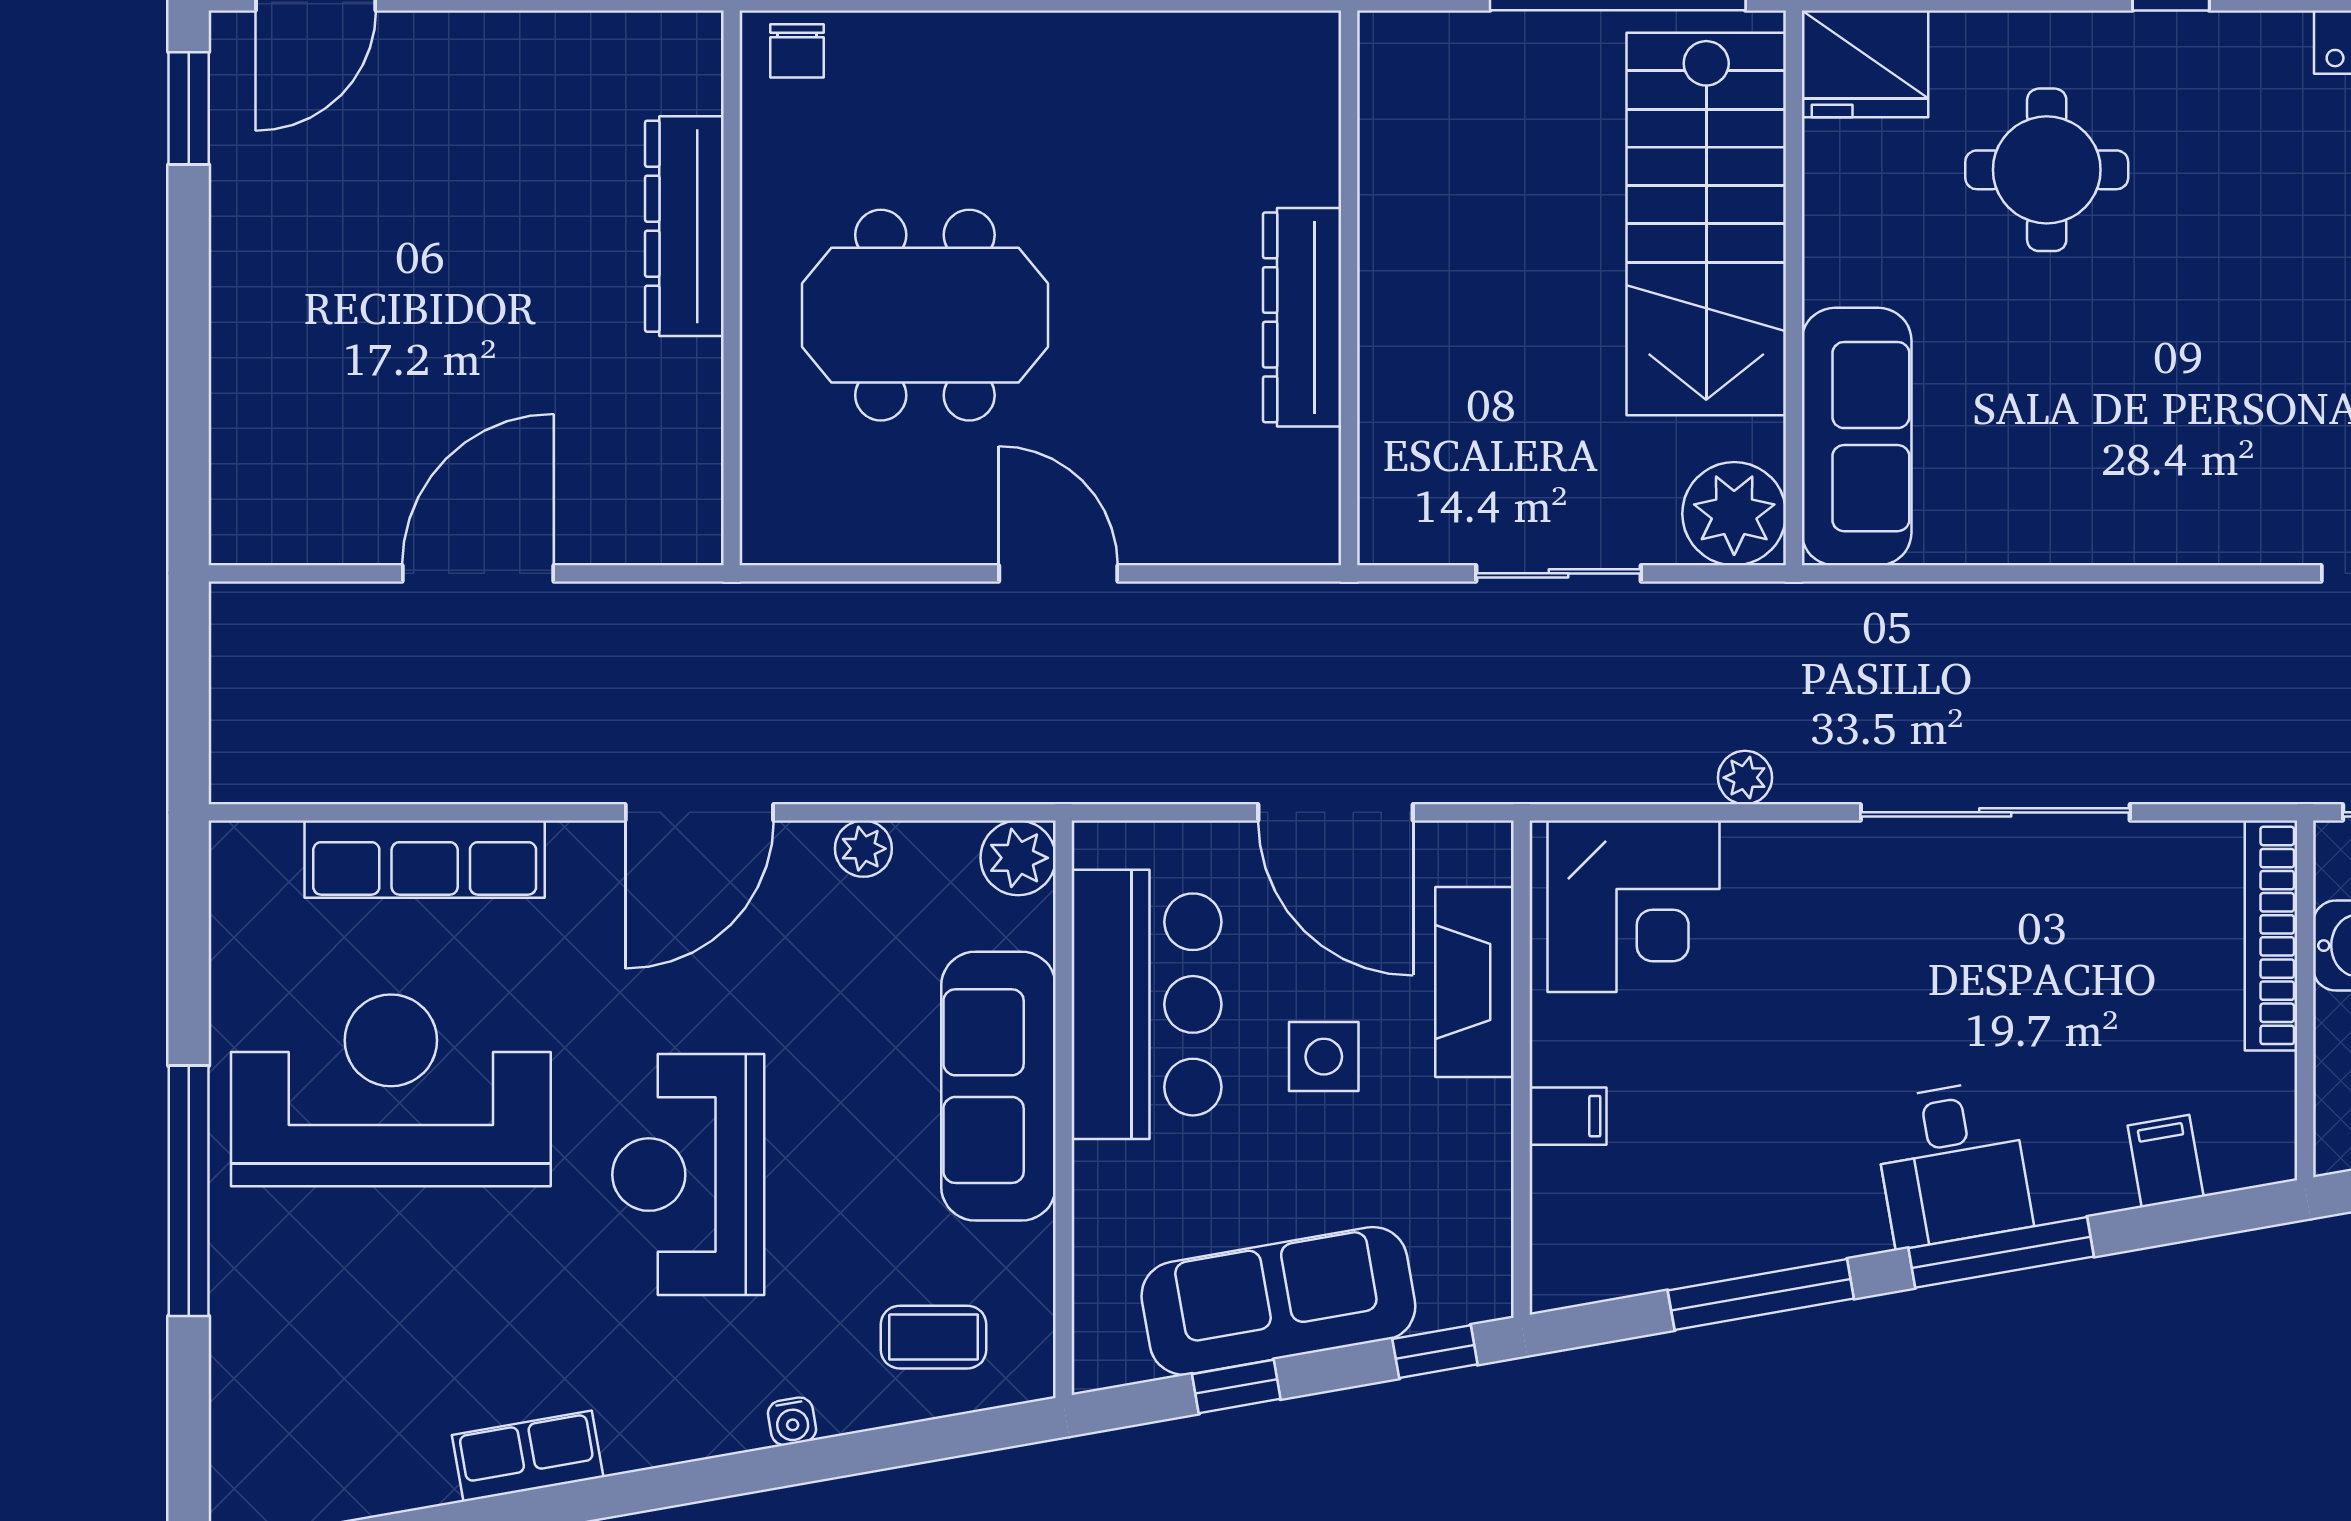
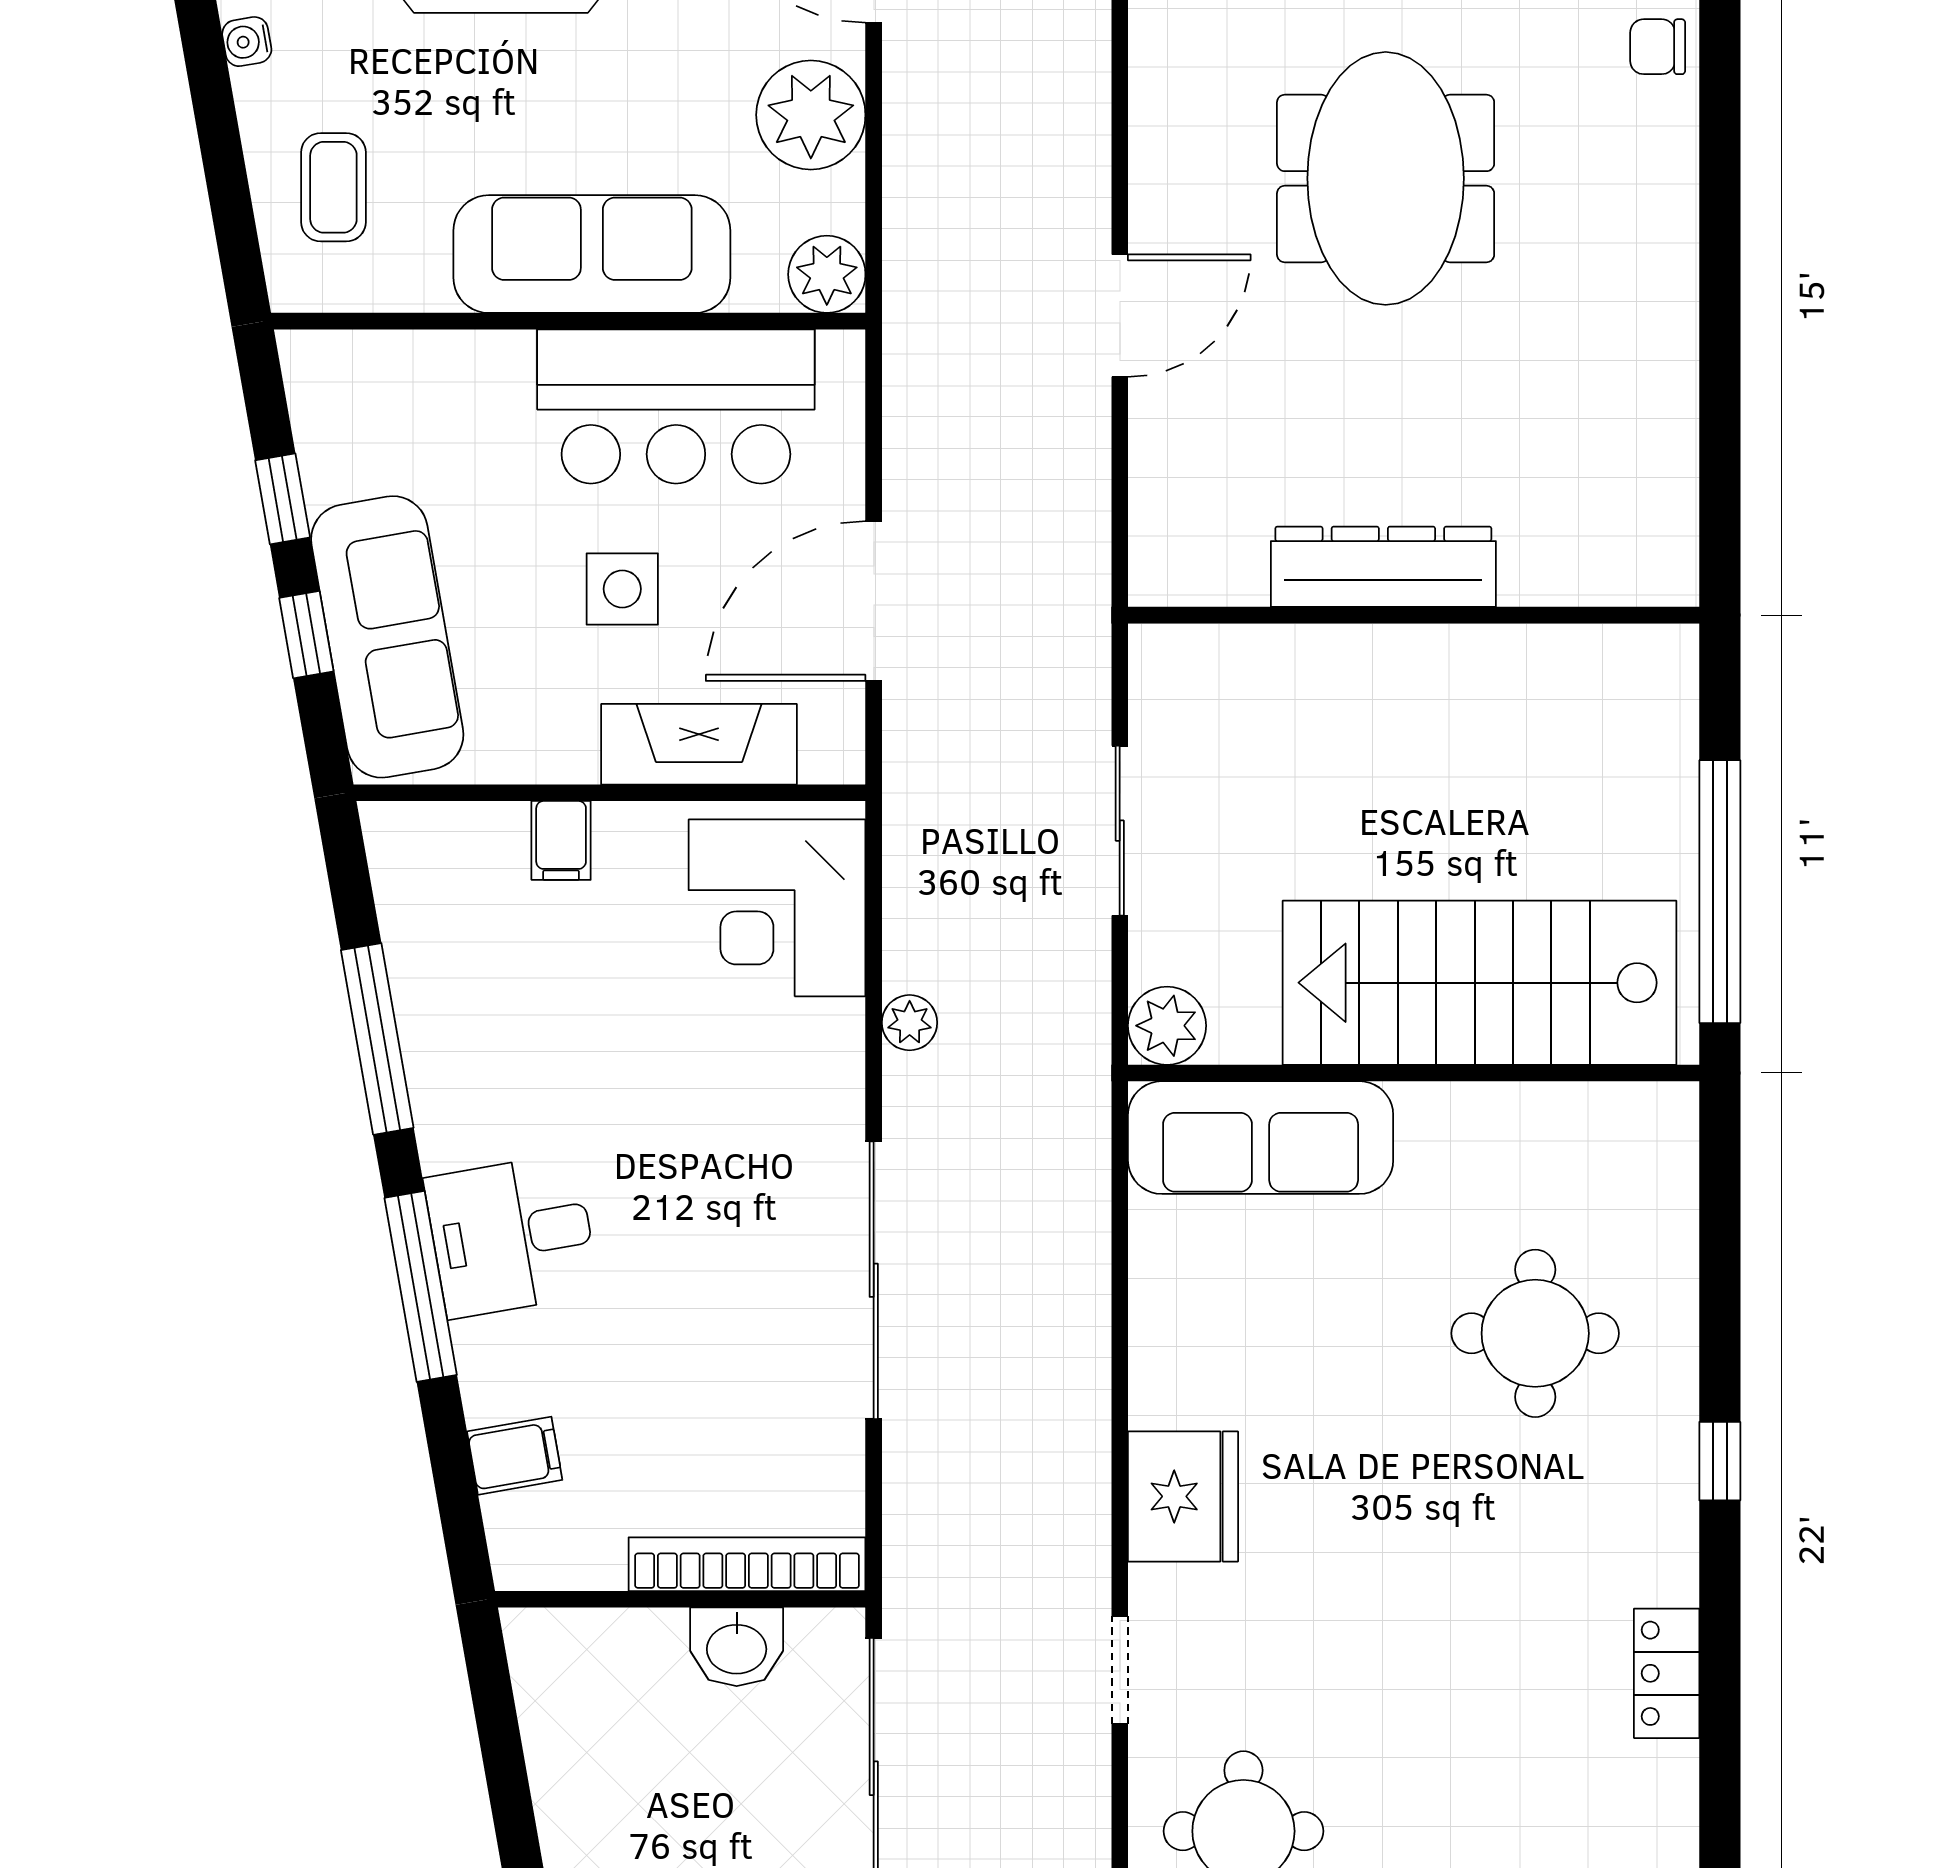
fridge: (1865, 64) -> (1183, 1496), moved, turned 180
plant: (1734, 514) -> (1167, 1026), width x0.73, depth x0.73
plant: (863, 849) -> (811, 115), width x1.88, depth x1.88
sofa: (1278, 1301) -> (387, 637), moved
window: (1435, 1352) -> (306, 635), moved

